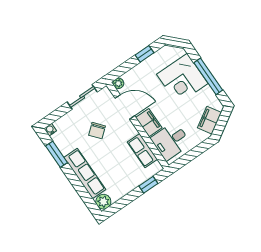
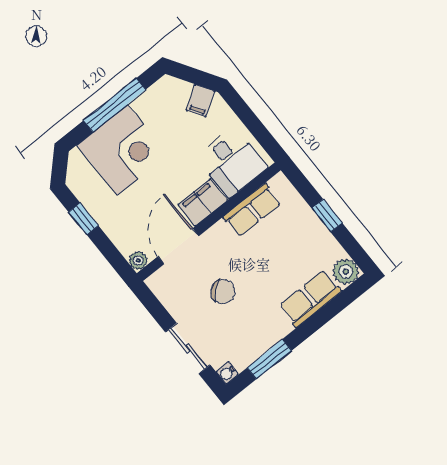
sliding door: (82, 97) -> (188, 348), moved
filing cabinet: (210, 120) -> (200, 101), width x0.50
row of seats: (85, 173) -> (310, 299), width x0.68
window: (148, 185) -> (327, 216), moved

